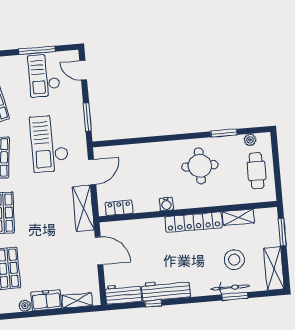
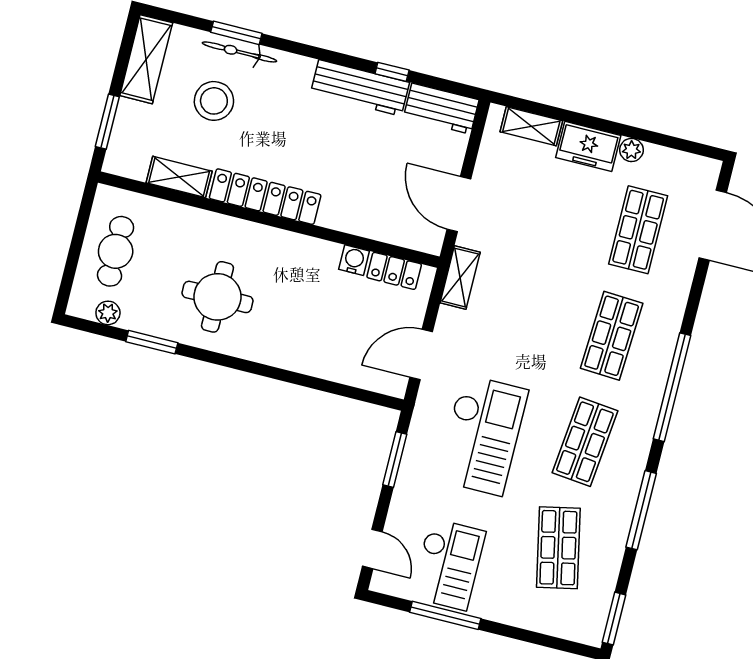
water cooler: (166, 204) -> (354, 260), moved
shelving: (83, 208) -> (460, 278), width x0.67, depth x0.75

